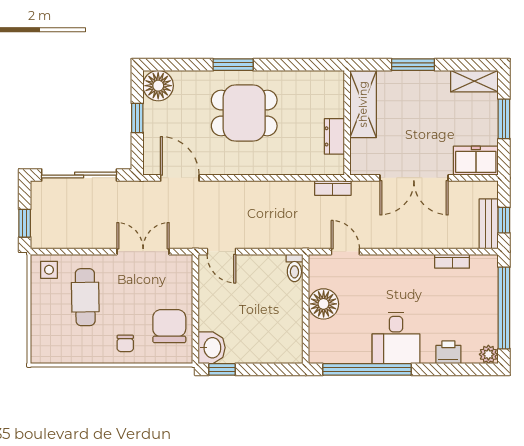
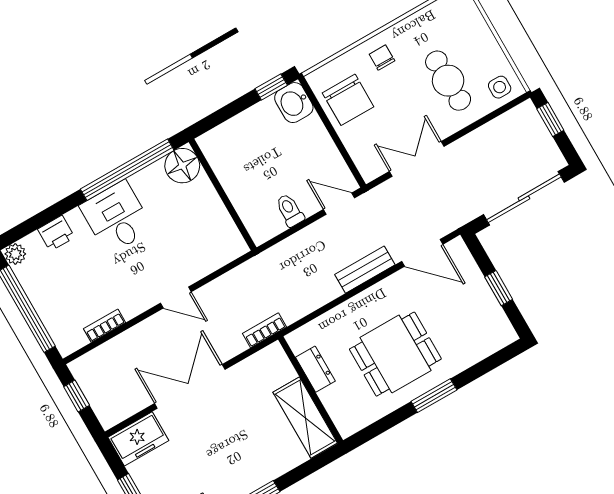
floor lamp: (158, 86) -> (496, 332), removed
shelving: (363, 104) -> (305, 418), moved
wall: (347, 123) -> (311, 390), moved
dresser: (334, 136) -> (315, 369), moved
bench: (489, 224) -> (365, 270), moved, turned 90
double door: (143, 252) -> (417, 159), swing flipped
door: (345, 252) -> (176, 297), moved
toilet: (294, 268) -> (290, 210), moved
floor lamp: (324, 304) -> (182, 166), moved

